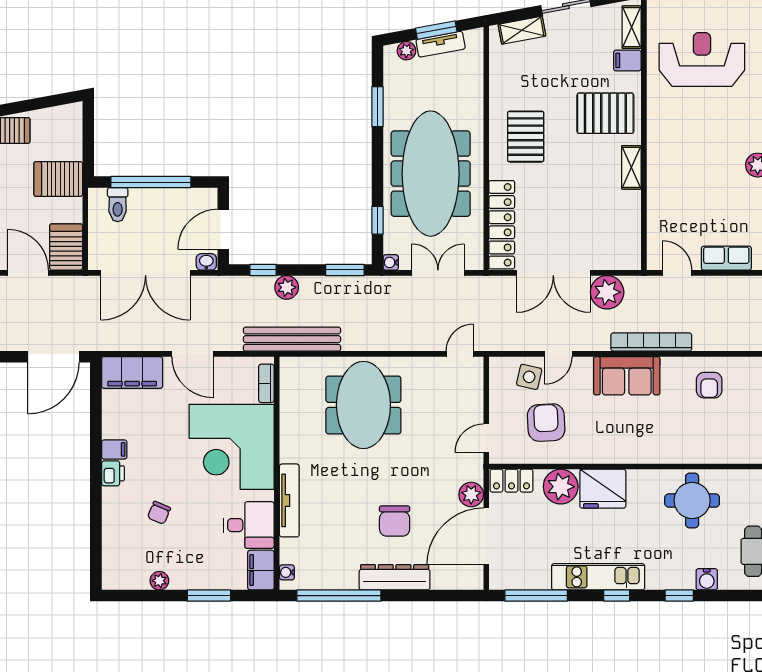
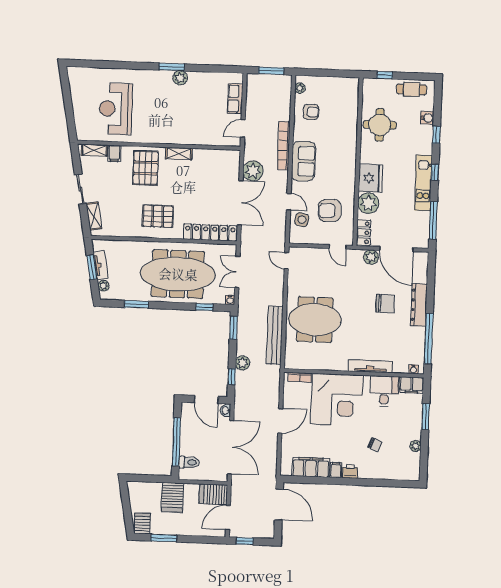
bench: (292, 339) -> (275, 335), moved
plant: (748, 365) -> (300, 88), added
filing cabinet: (132, 372) -> (311, 467), moved, turned -90

